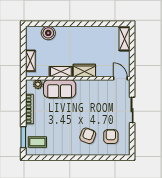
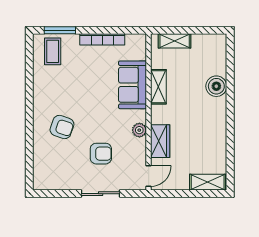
boiler: (48, 33) -> (216, 86), moved
wardrobe: (84, 70) -> (160, 141), moved
plant: (38, 84) -> (139, 130), moved
armchair: (111, 137) -> (101, 154), moved

